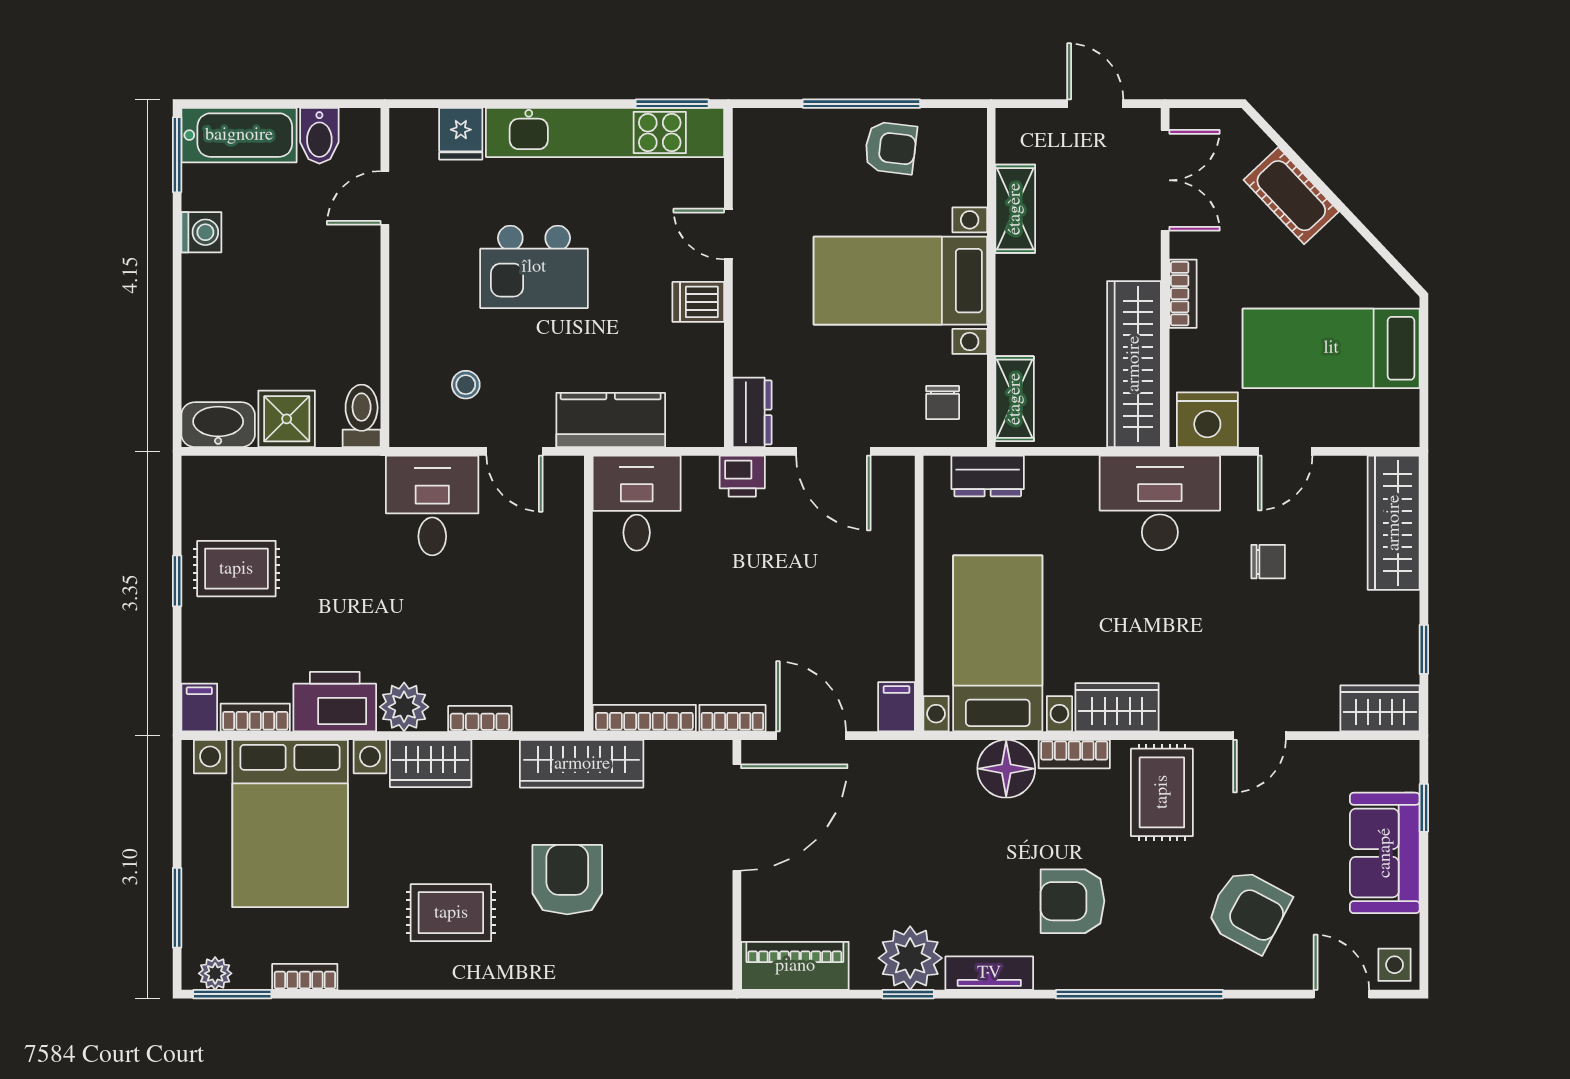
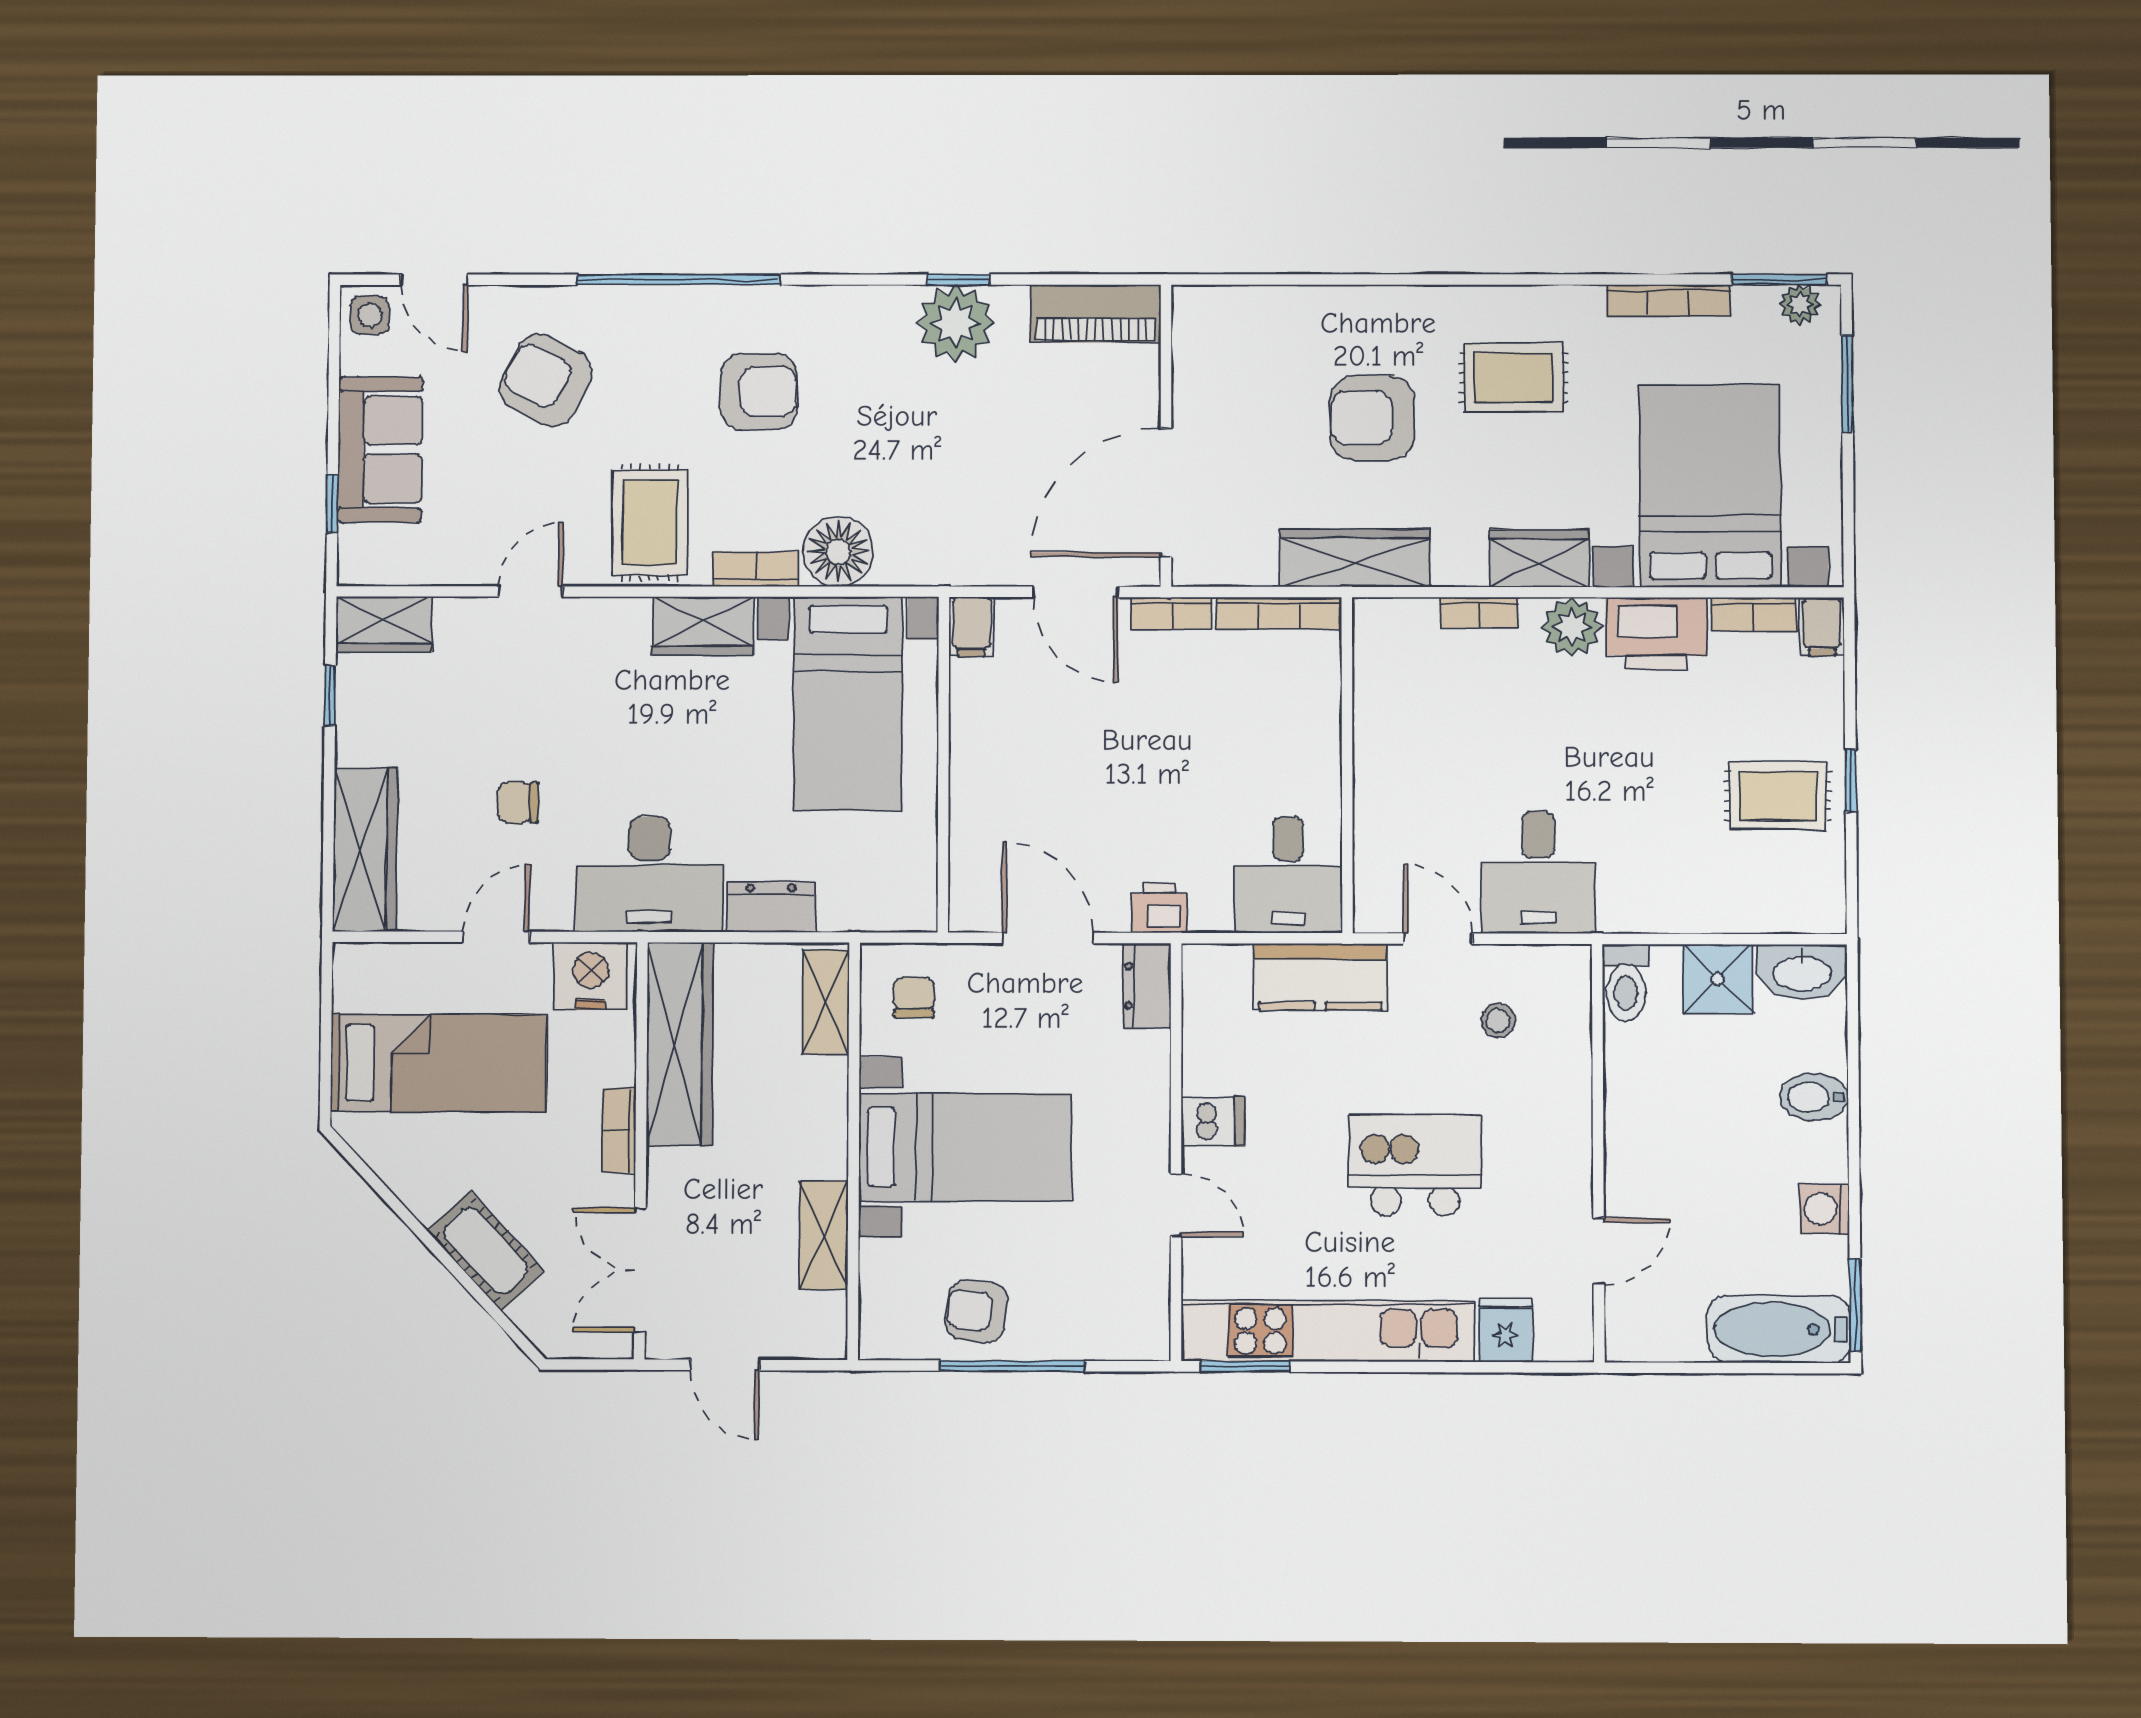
bidet: (319, 136) -> (1814, 1097), moved, turned -90
dresser: (988, 476) -> (771, 907), moved
armchair: (567, 880) -> (1372, 418), turned 90
tv unit: (989, 973) -> (860, 305), removed
bookcase: (305, 977) -> (1668, 300), width x1.56

